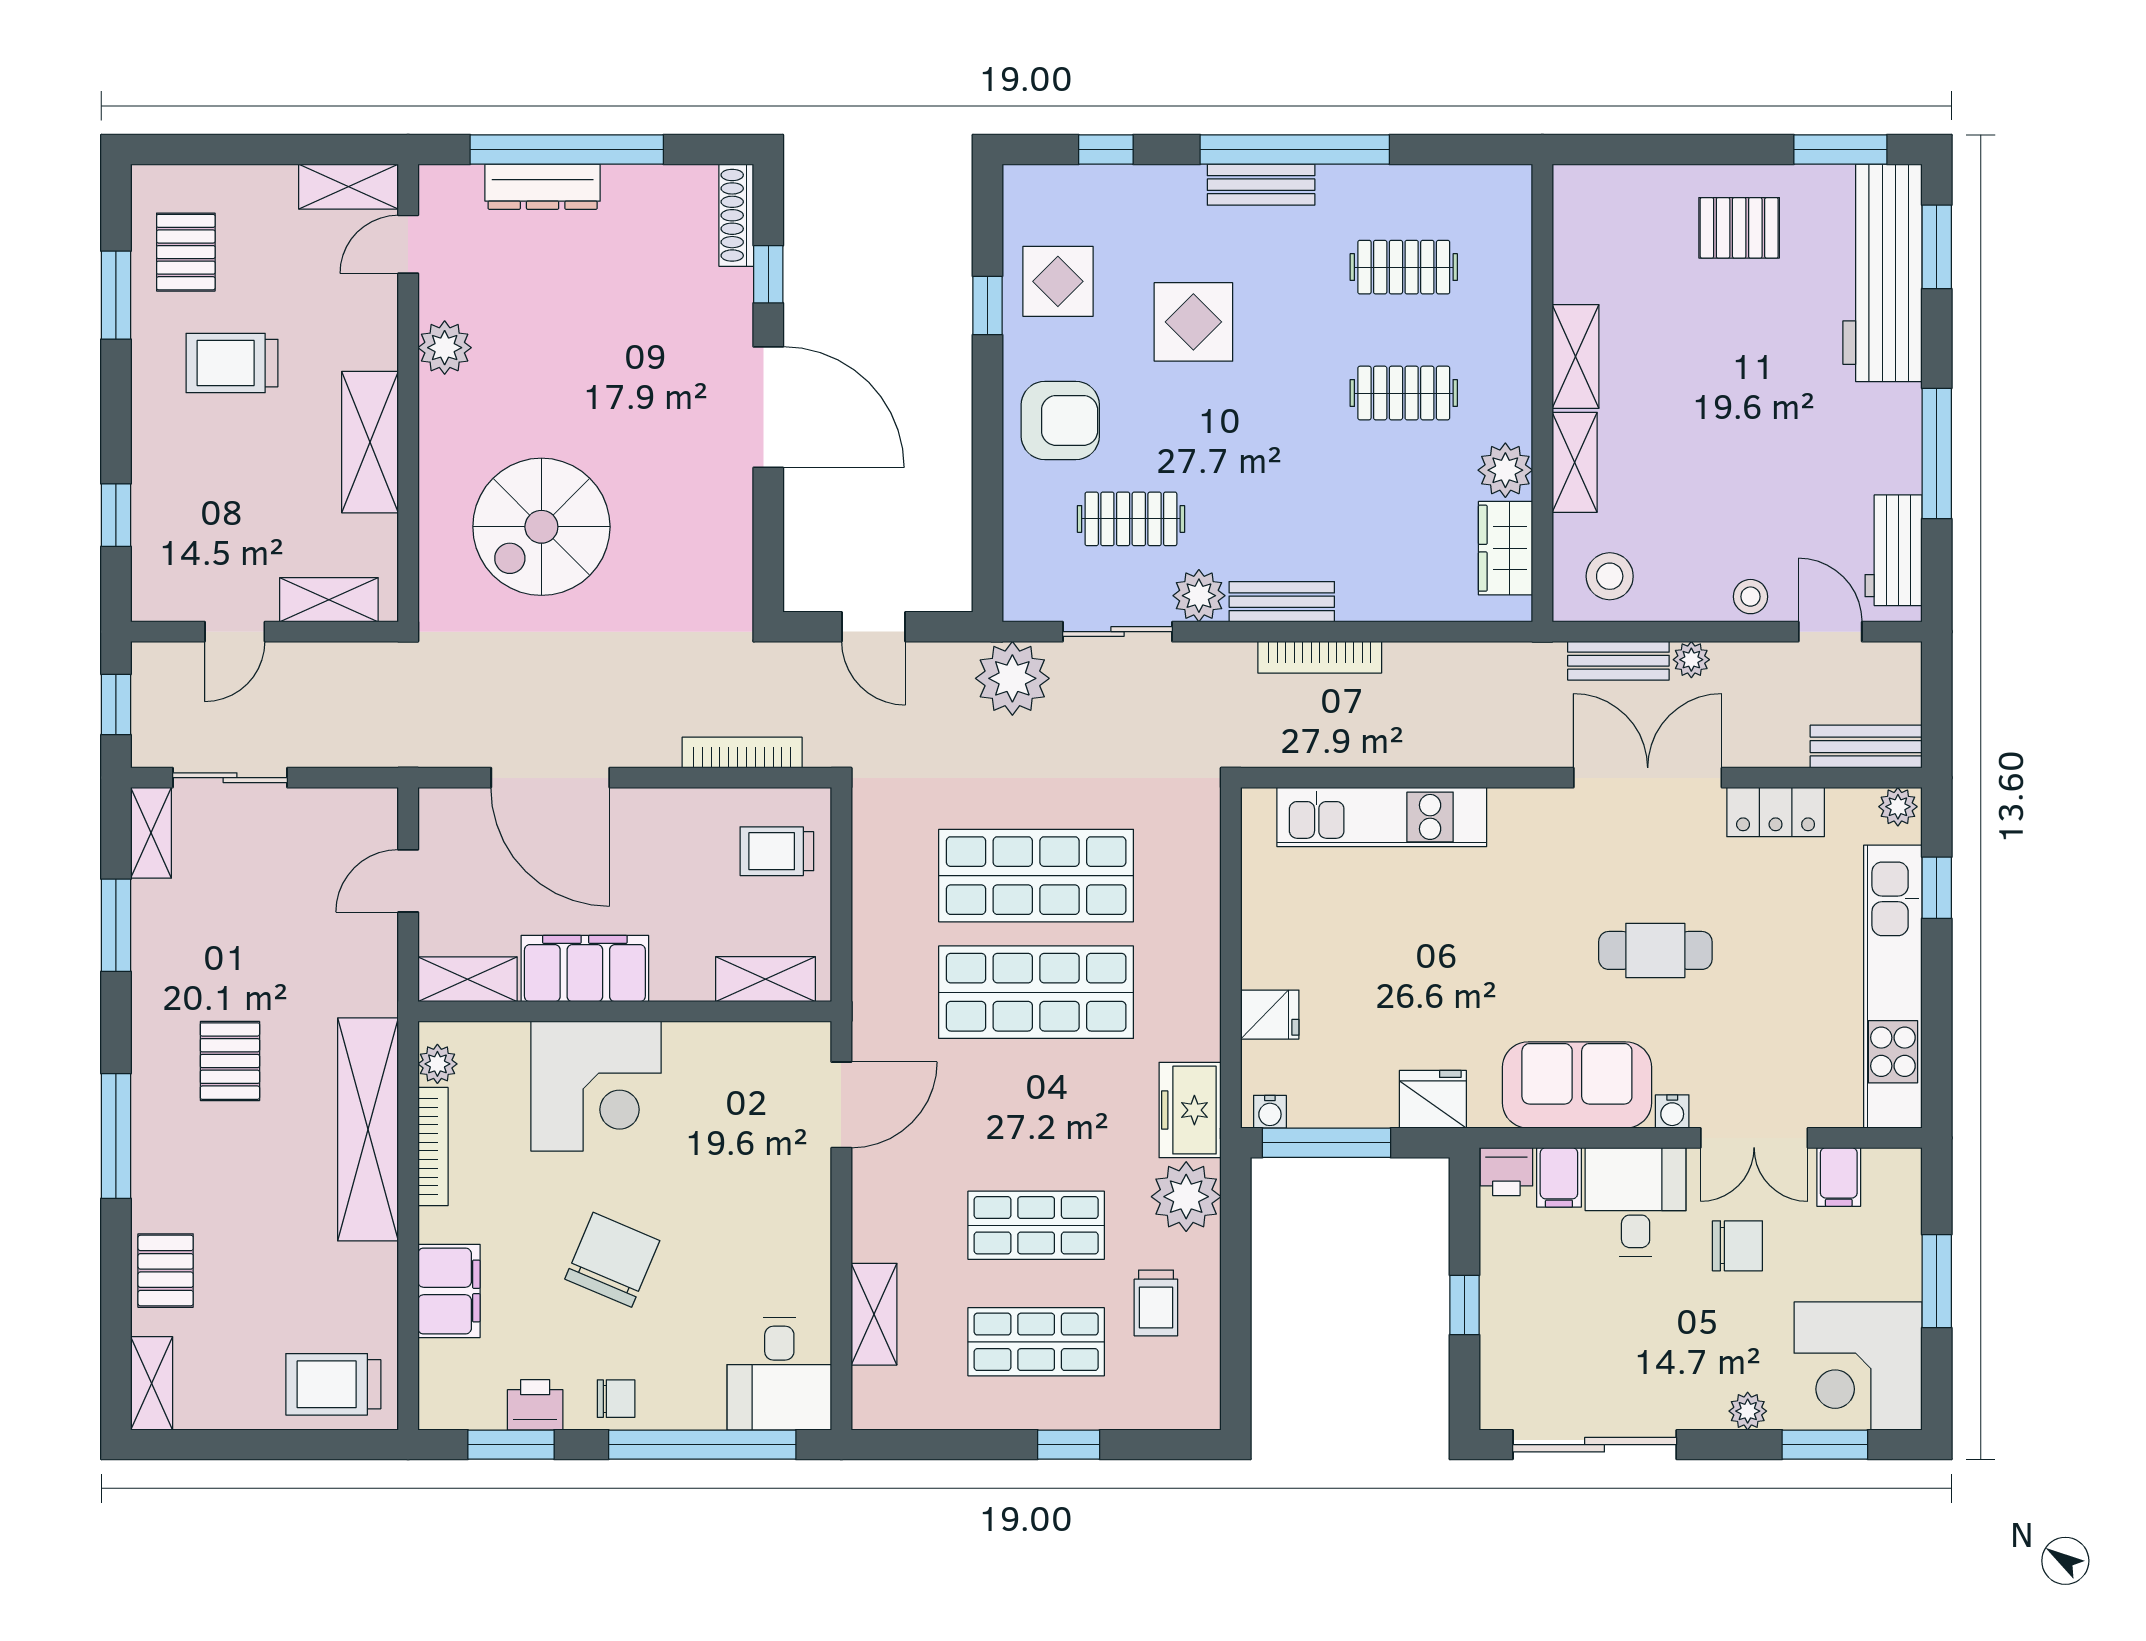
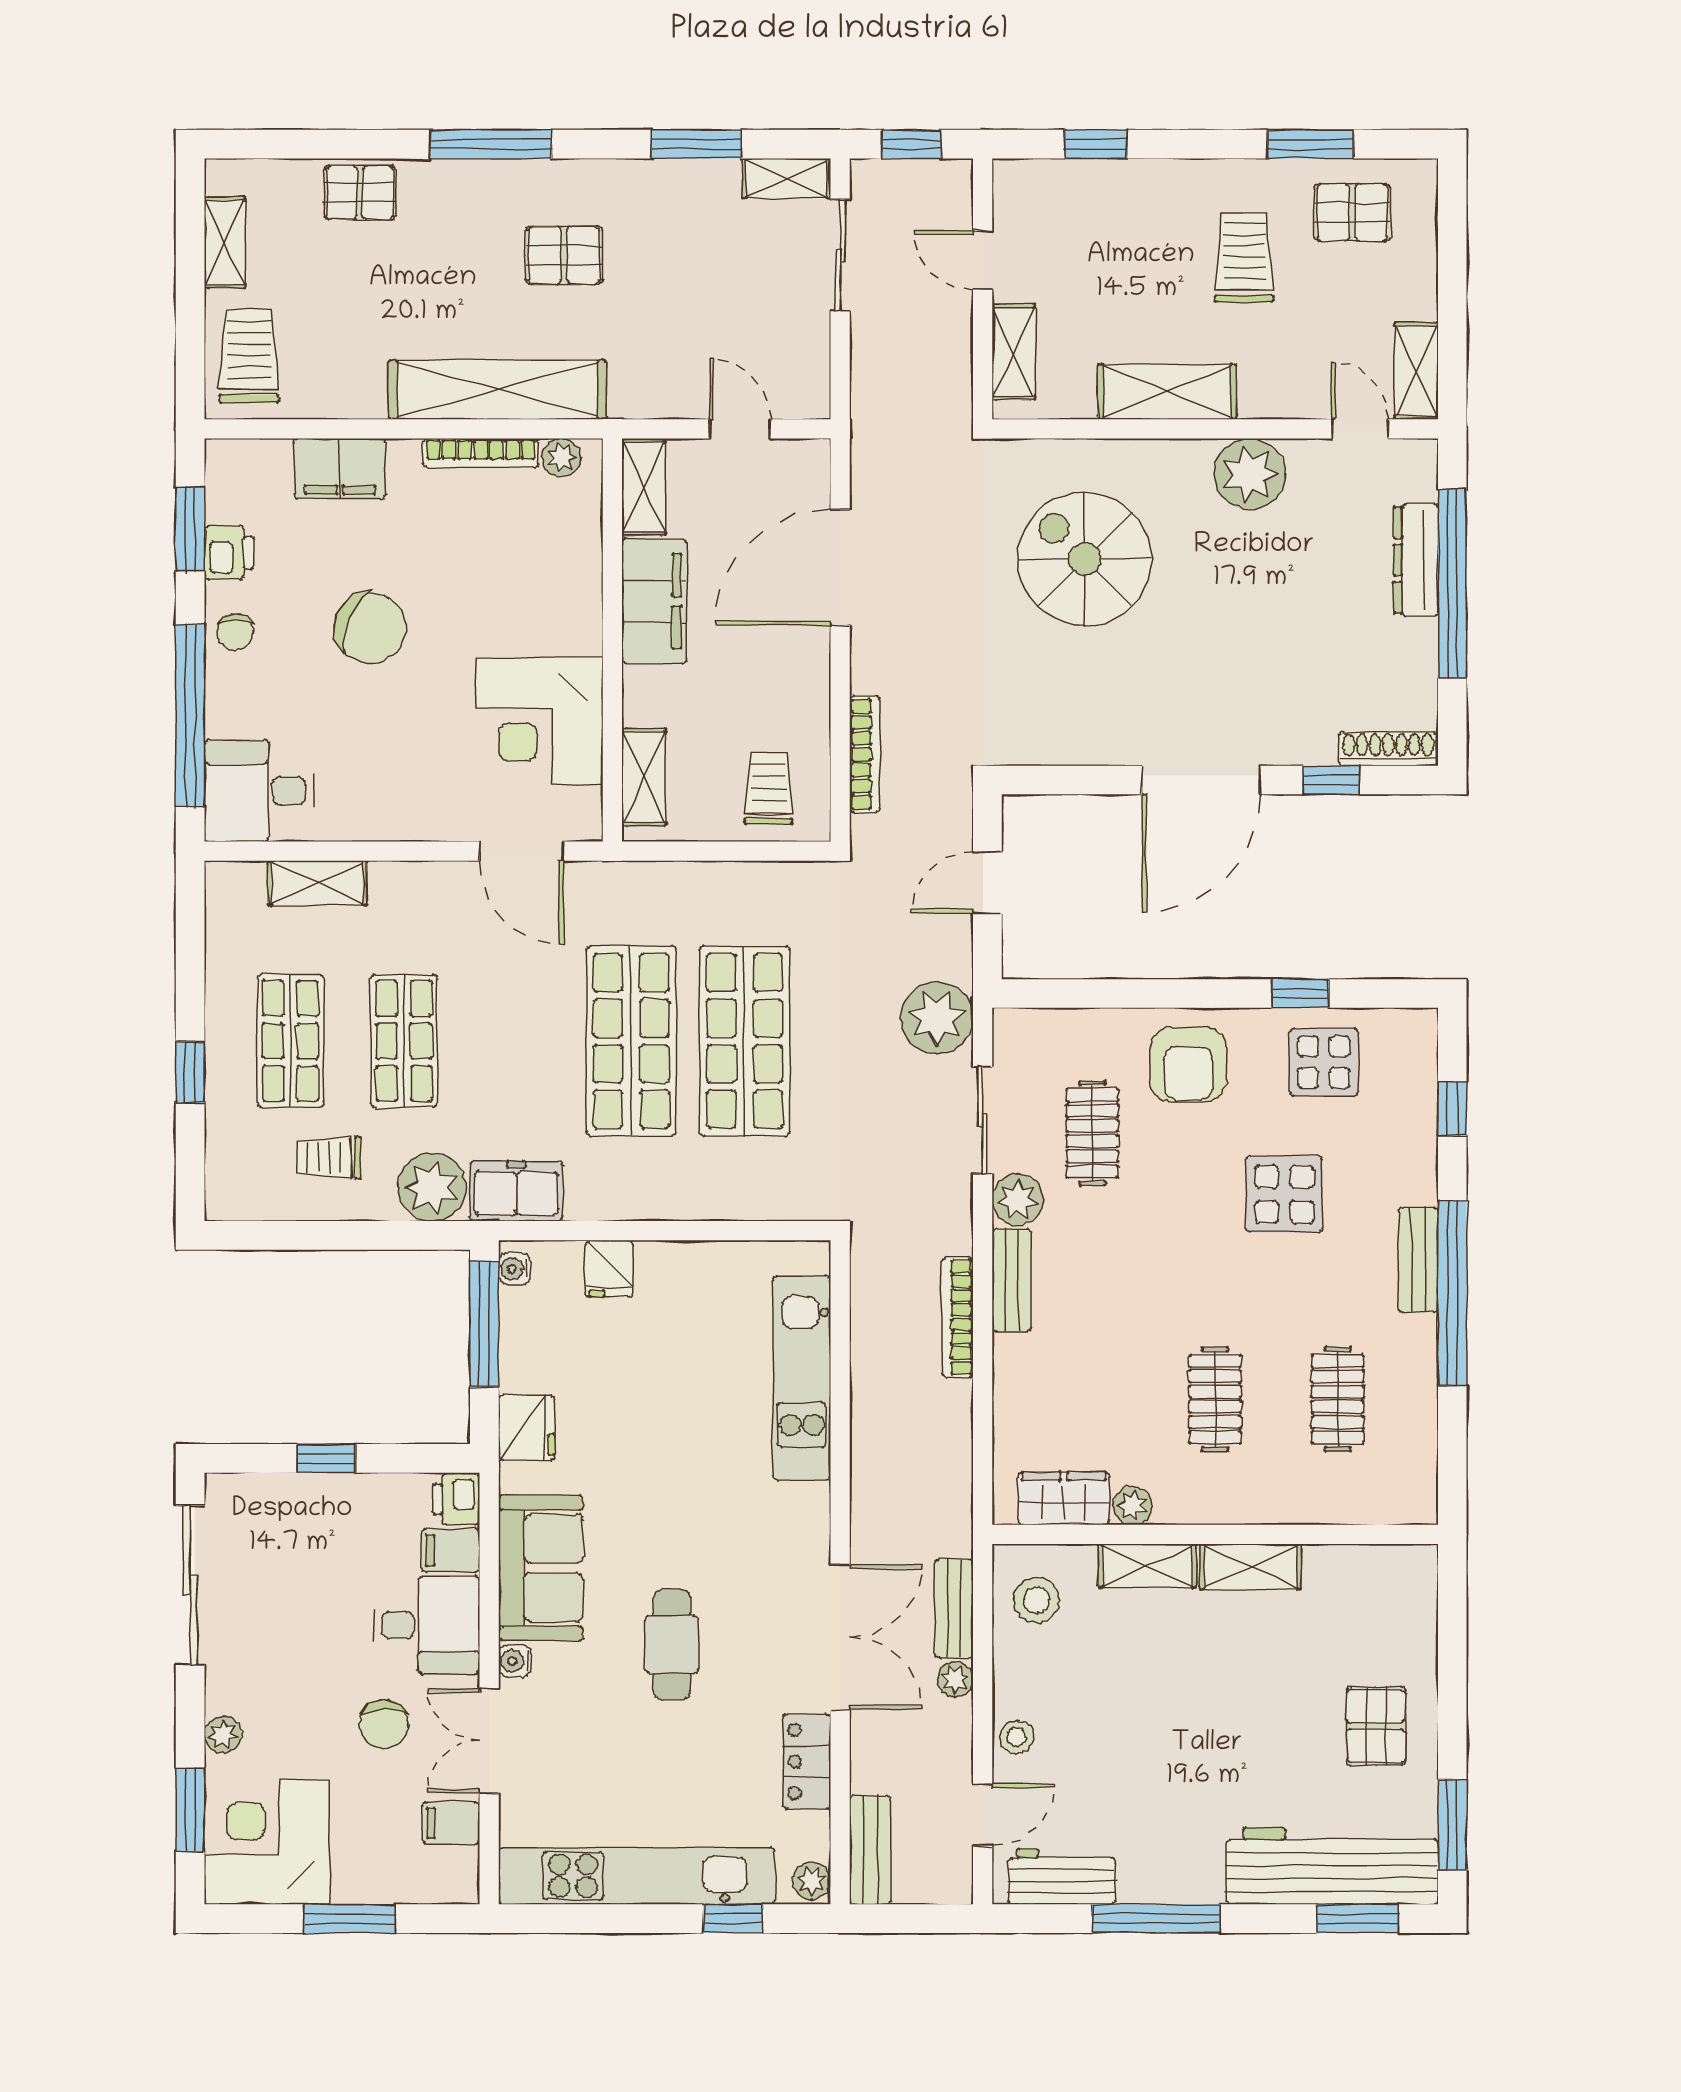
plant: (445, 348) -> (1250, 474), width x1.36, depth x1.36
plant: (1505, 470) -> (1133, 1505), width x0.73, depth x0.73
corner desk: (596, 1086) -> (540, 721), moved
shelving: (152, 1383) -> (225, 242), moved, turned 90

